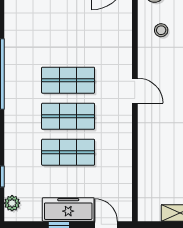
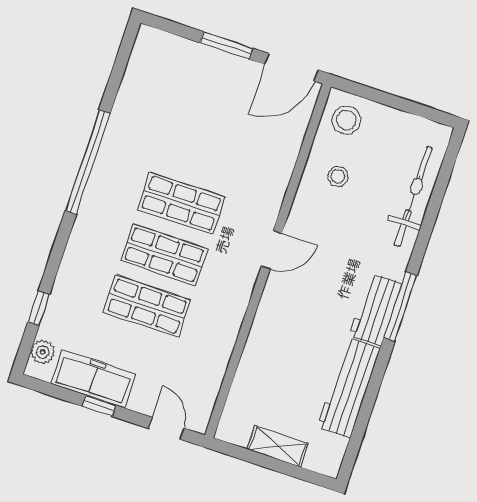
door: (135, 91) -> (272, 250), hinge flipped
freezer: (68, 209) -> (93, 379), moved

